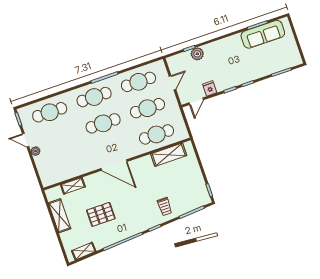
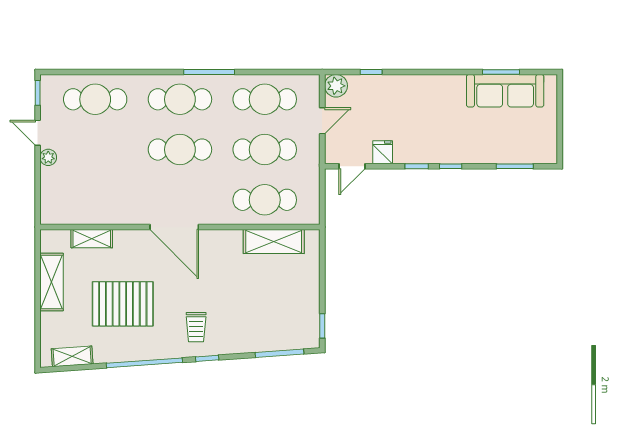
plant: (197, 54) -> (336, 86), moved
trolley: (165, 206) -> (196, 327), moved
pallet: (101, 214) -> (123, 304), width x1.37, depth x1.41

